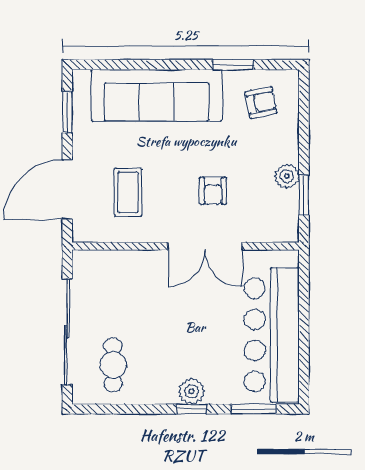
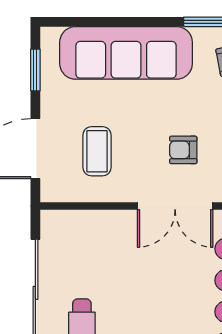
armchair: (213, 191) -> (183, 150), turned 90

